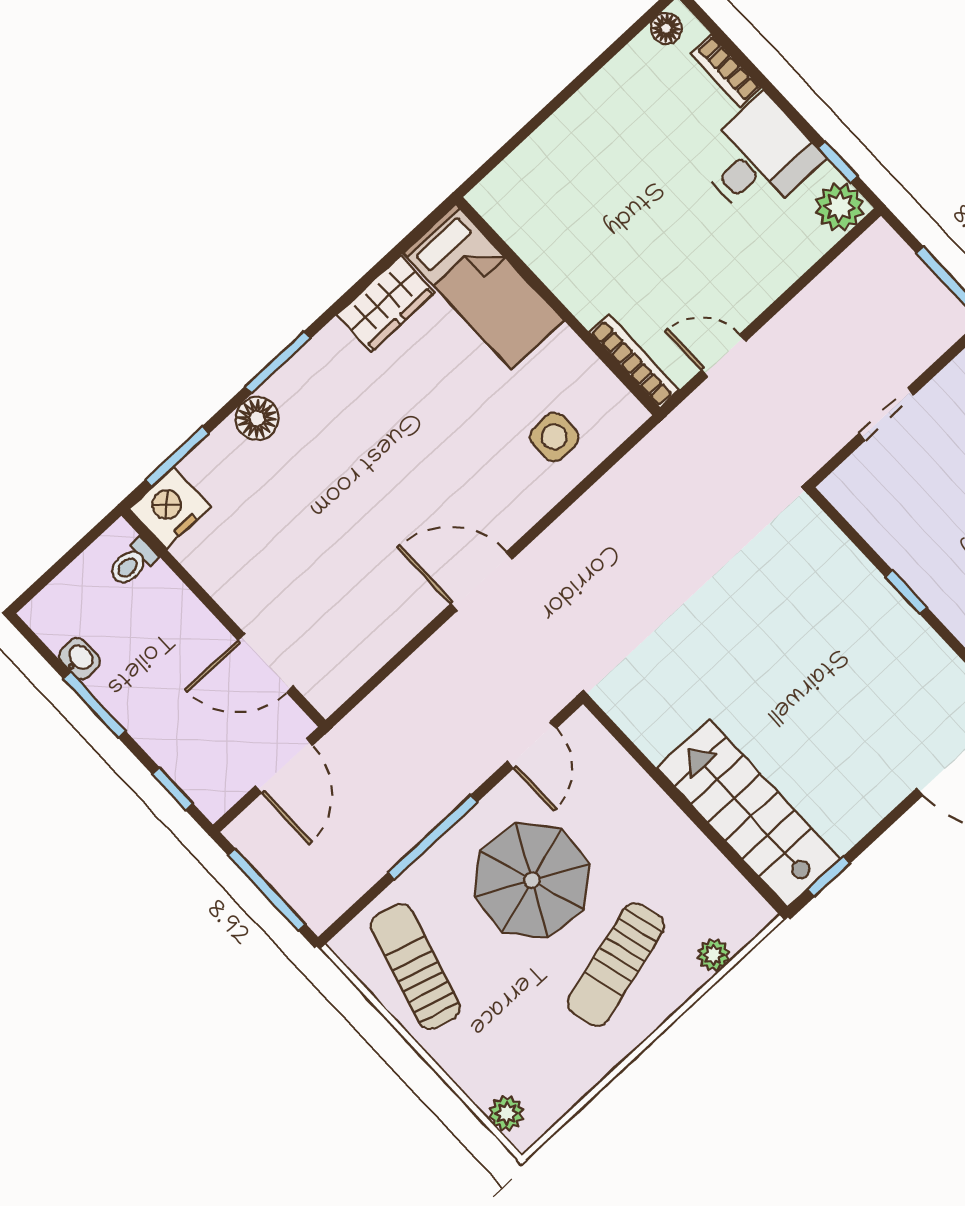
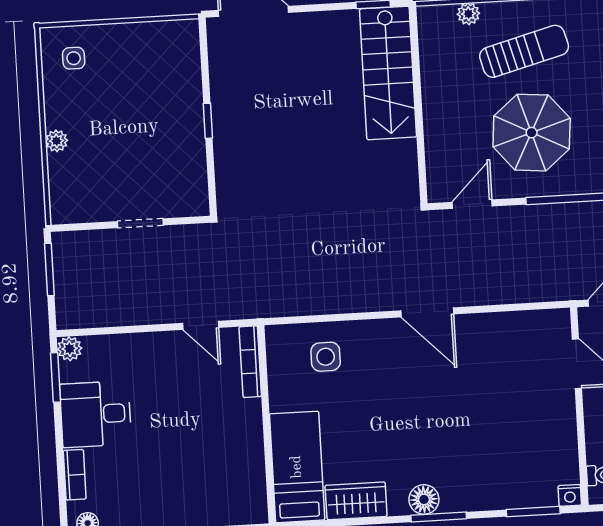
window: (838, 162) -> (56, 377), width x1.50
plant: (839, 207) -> (70, 349), width x0.73, depth x0.73
floor lamp: (257, 418) -> (424, 499), moved
nightstand: (170, 508) -> (570, 495), width x0.53, depth x0.56

